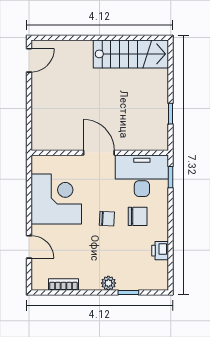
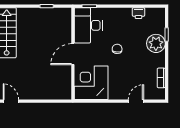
corner desk: (56, 199) -> (91, 83), moved
chair: (138, 216) -> (116, 28), removed
plant: (108, 283) -> (156, 43), width x1.88, depth x1.88

